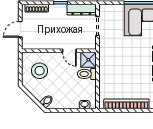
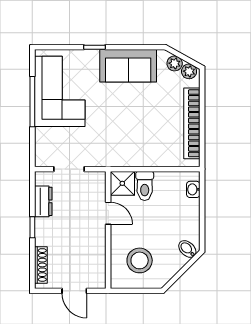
dresser: (81, 10) -> (43, 201), width x0.70
door: (69, 51) -> (108, 213), hinge flipped

